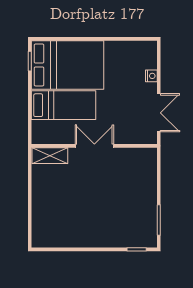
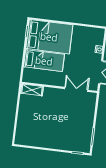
double door: (94, 146) -> (76, 89), moved

